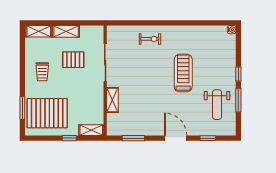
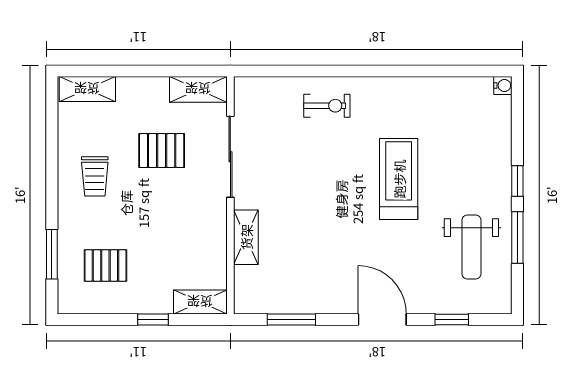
shelving: (66, 31) -> (198, 89), moved
pallet: (47, 113) -> (105, 265), width x0.49, depth x0.50

